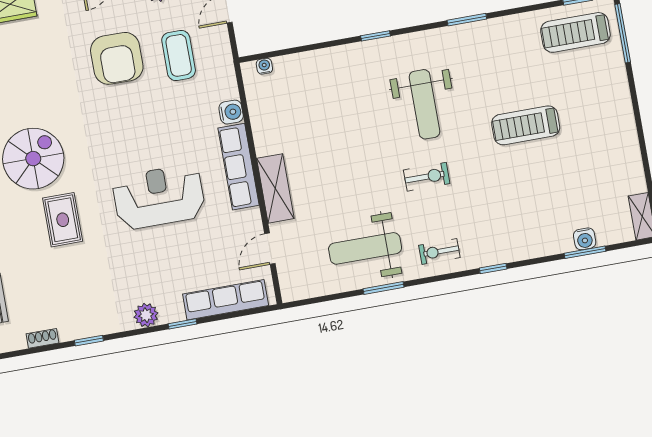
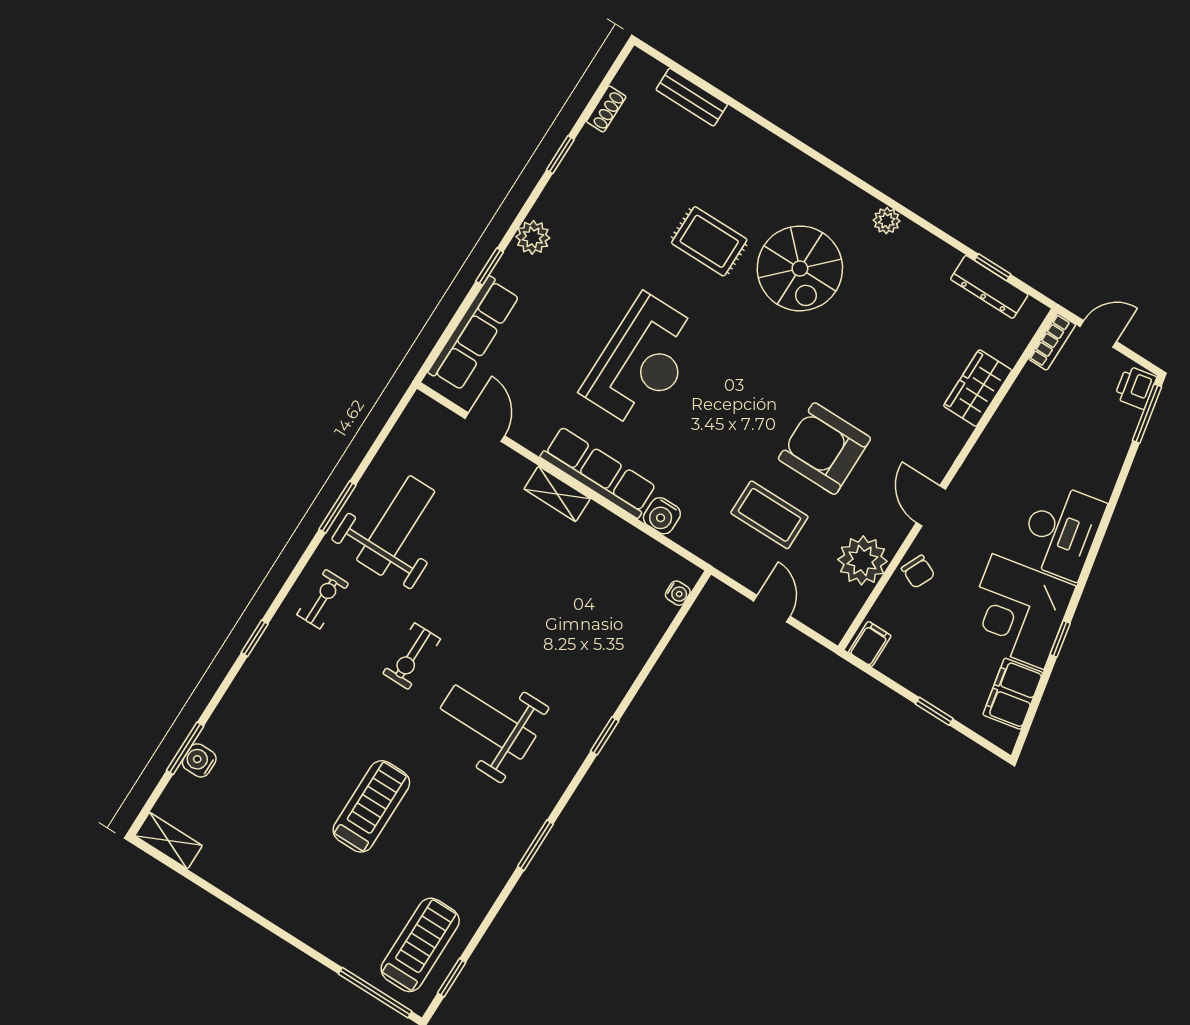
shelving: (275, 188) -> (557, 494), width x0.67, depth x0.75

